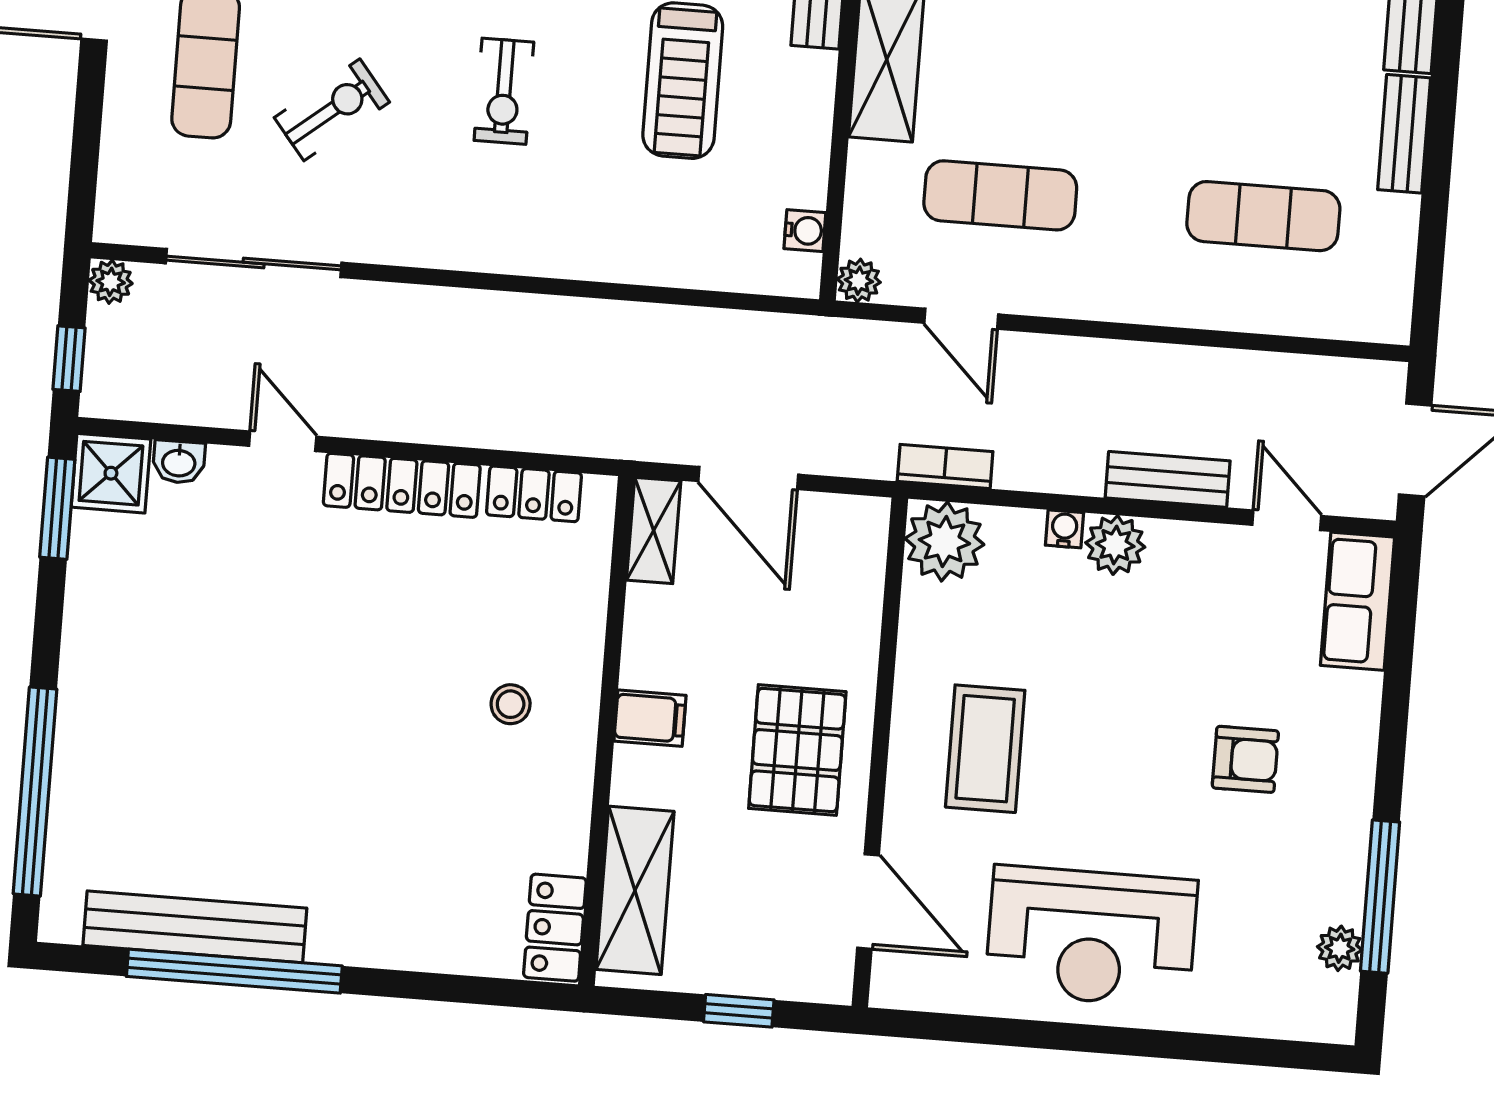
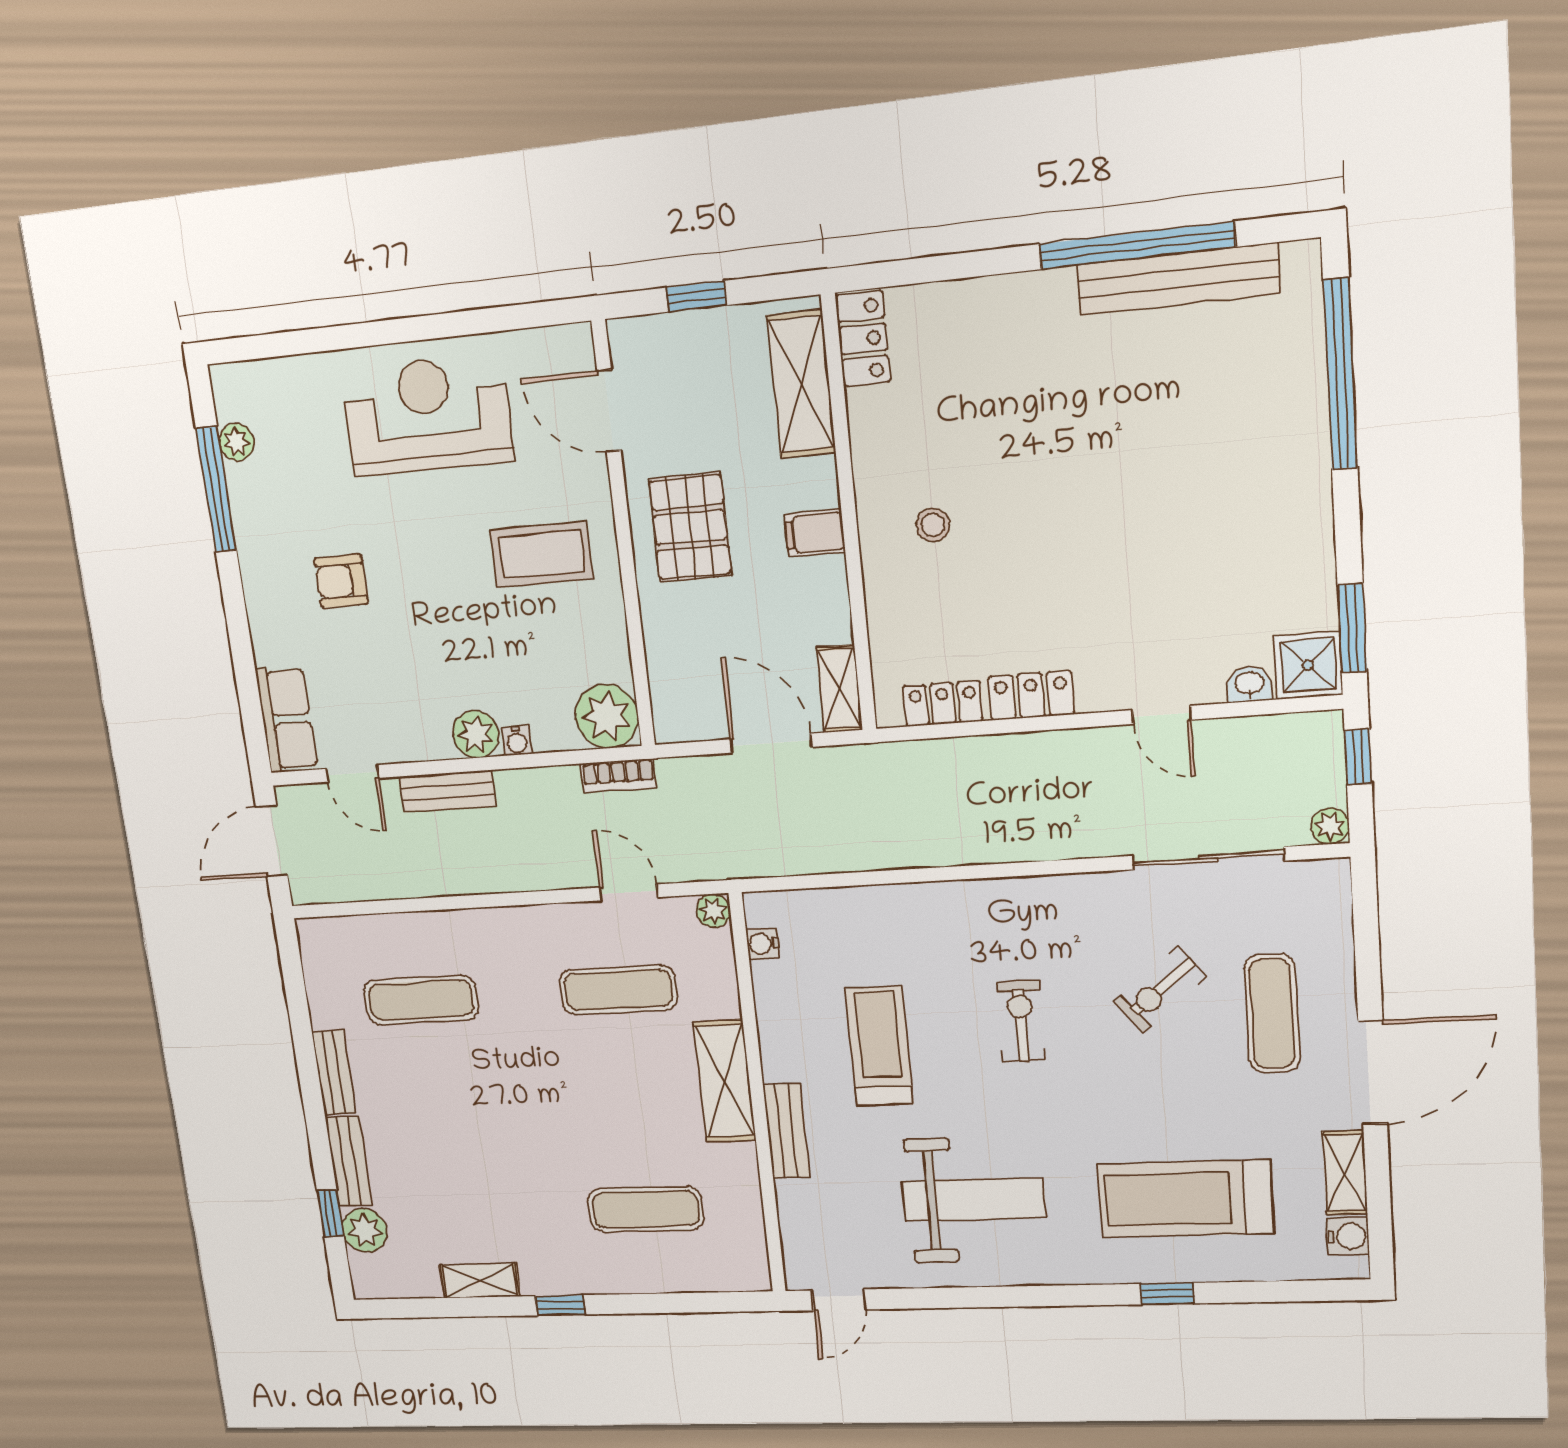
locker: (402, 485) -> (1031, 695), width x0.66
coffee table: (985, 749) -> (542, 555), turned 90

